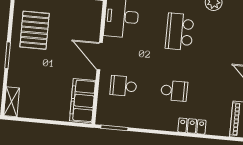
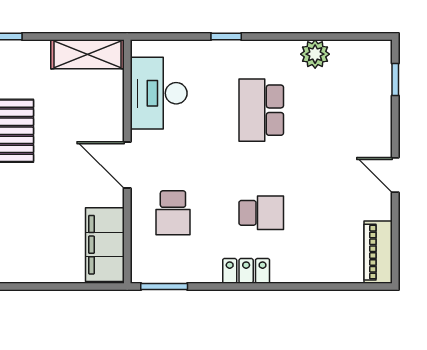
school desk: (123, 86) -> (173, 213), turned -90
locker: (192, 126) -> (246, 271), moved

